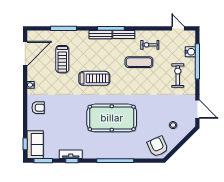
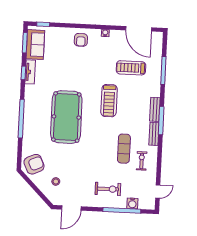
sofa: (35, 145) -> (35, 45), moved, turned -90

